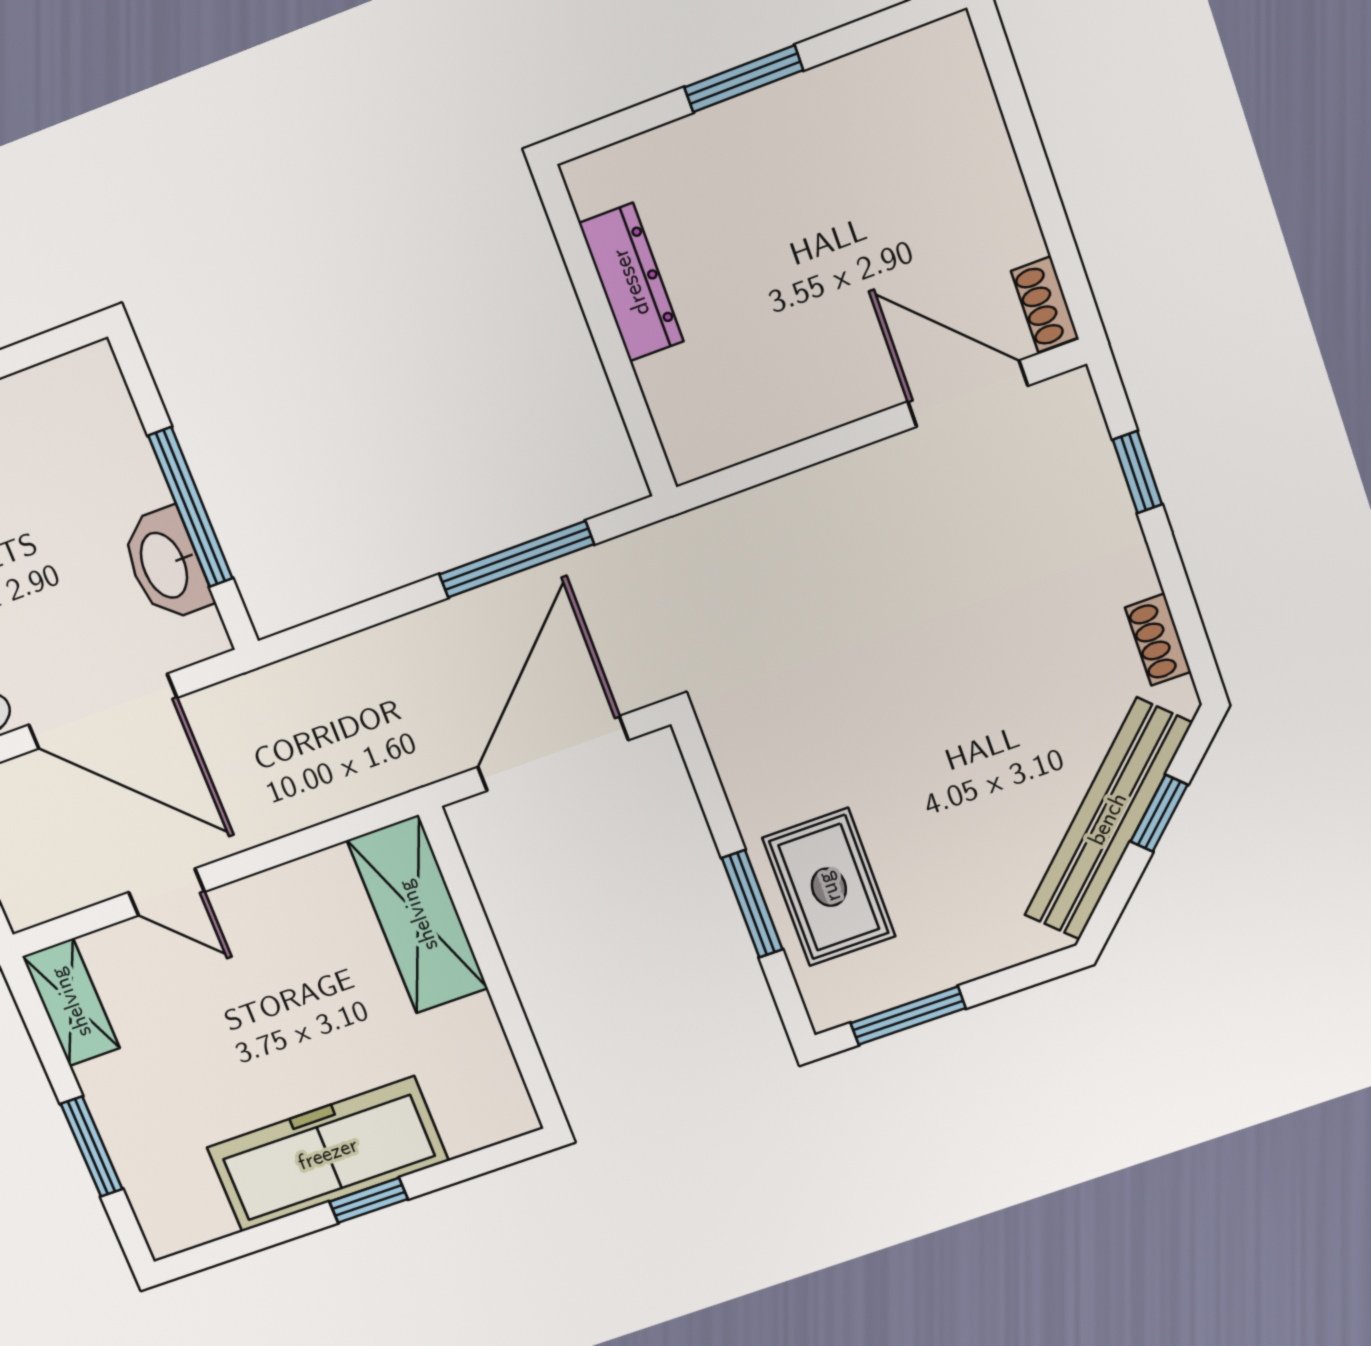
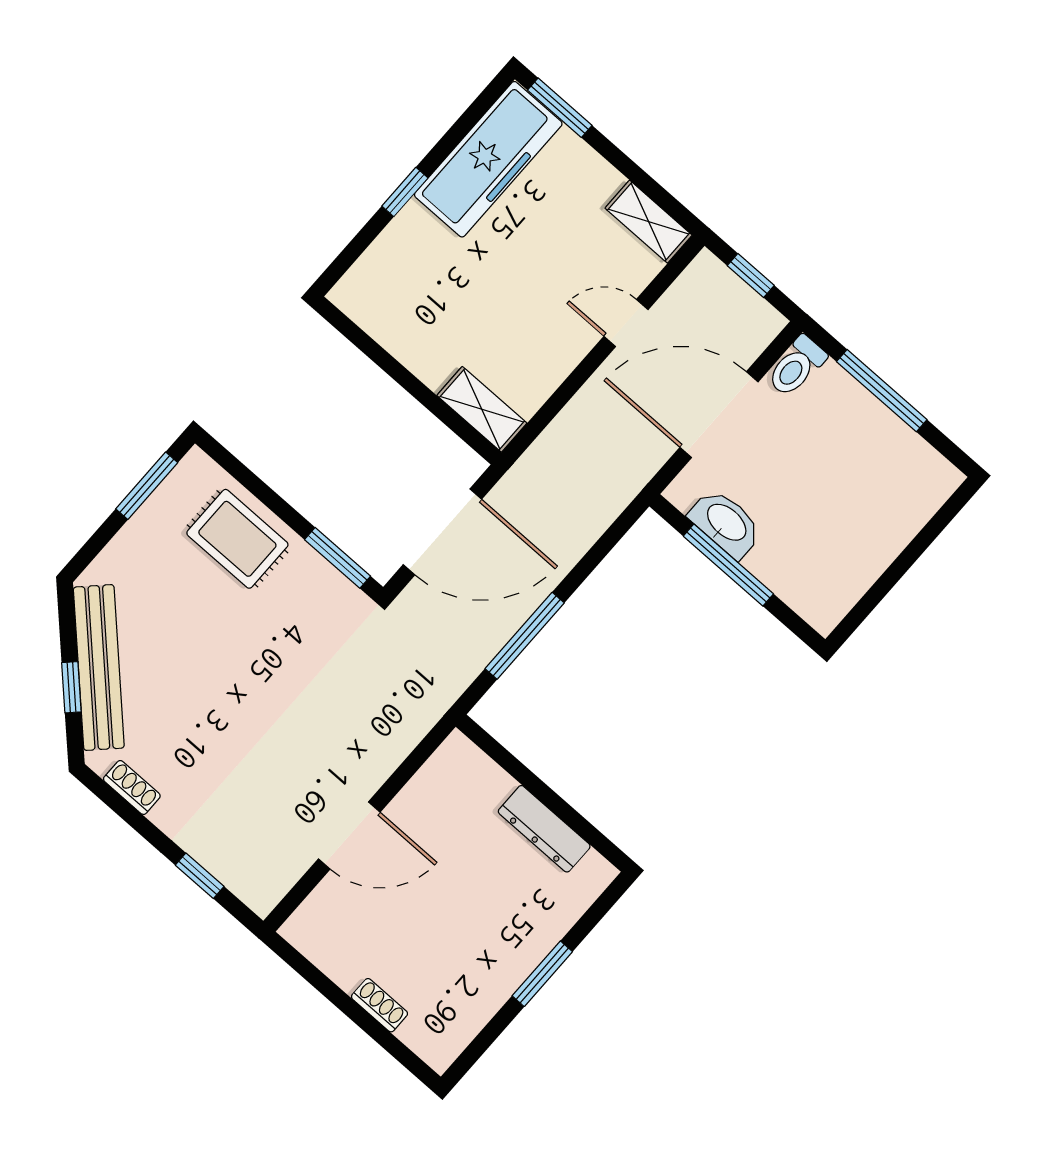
shoe rack: (1045, 304) -> (379, 1005), moved
door: (968, 394) -> (349, 835), moved
door: (553, 753) -> (442, 532), hinge flipped
window: (752, 904) -> (338, 558), moved
shelving: (418, 915) -> (482, 409), width x0.67, depth x0.75
window: (92, 1147) -> (560, 108), moved
freezer: (328, 1154) -> (488, 159), moved

